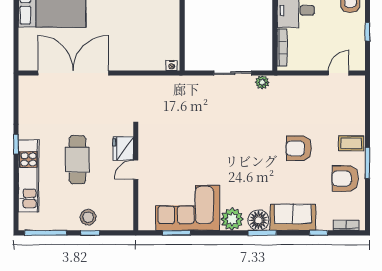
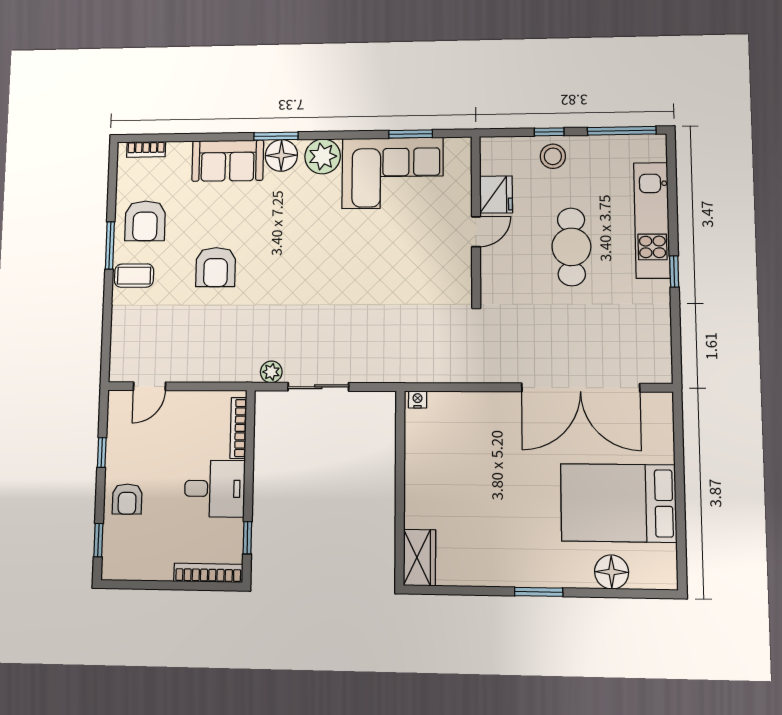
fridge: (123, 148) -> (496, 195), moved
armchair: (299, 148) -> (216, 267), turned 90
armchair: (345, 179) -> (145, 221), turned 90
window: (319, 233) -> (189, 137), removed

